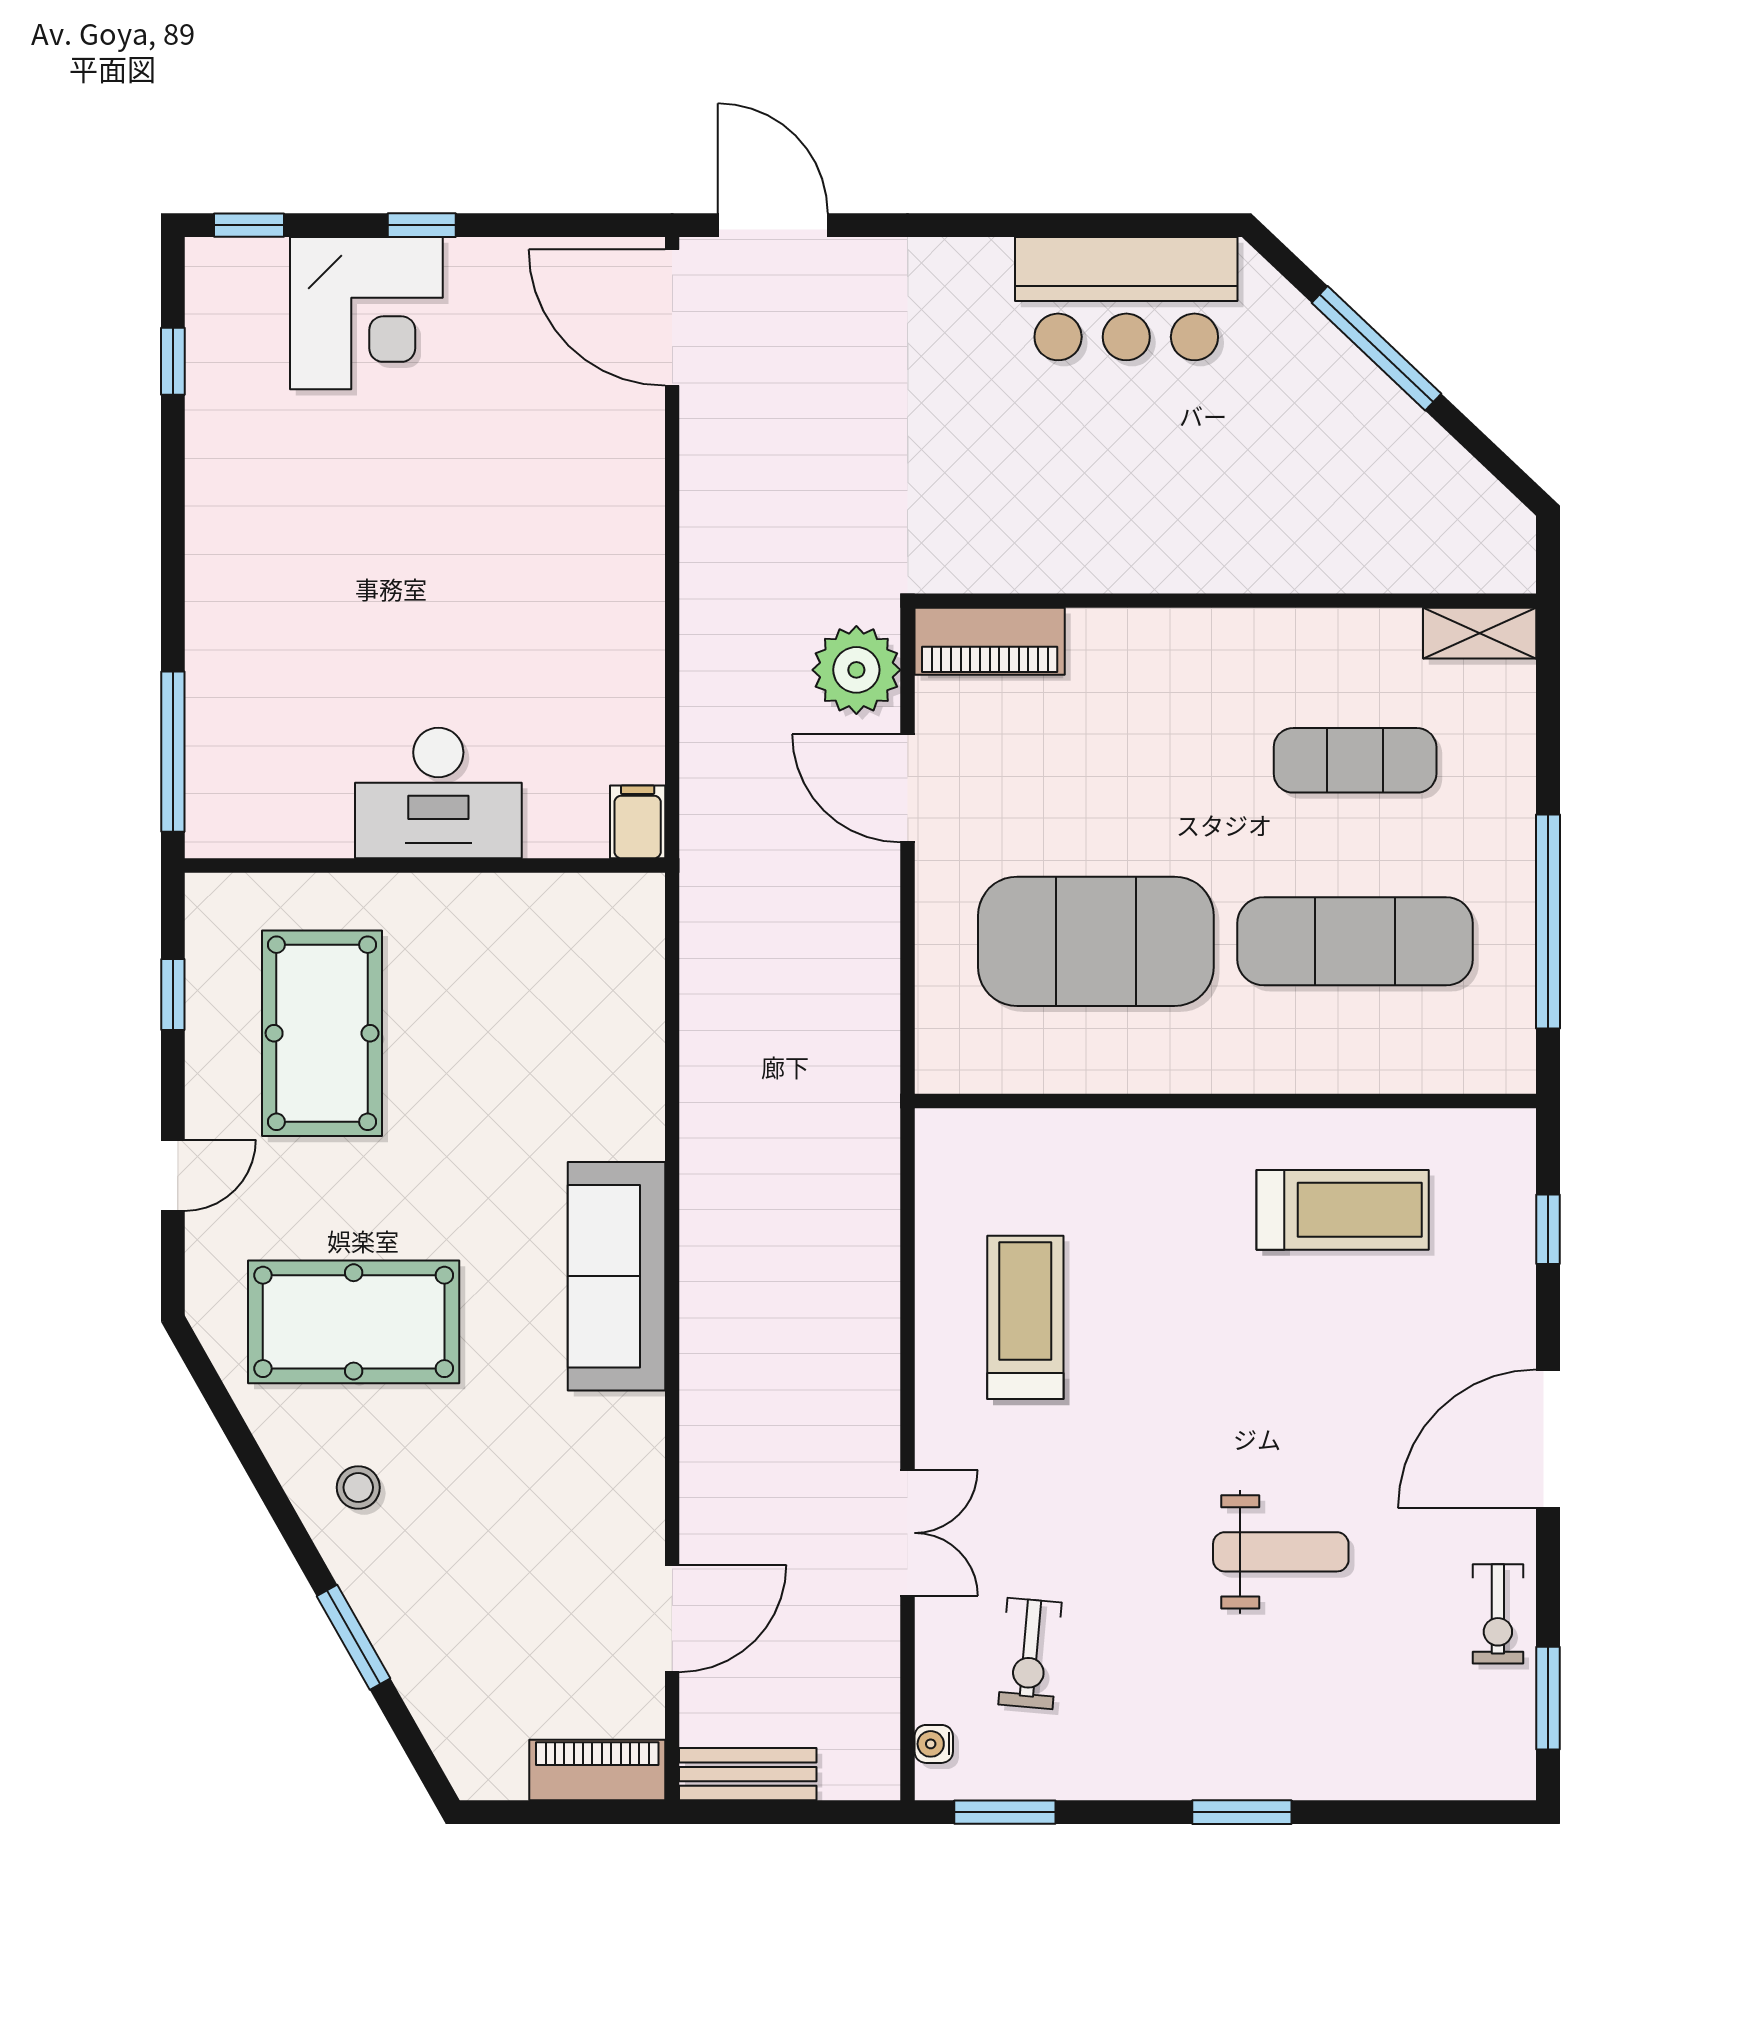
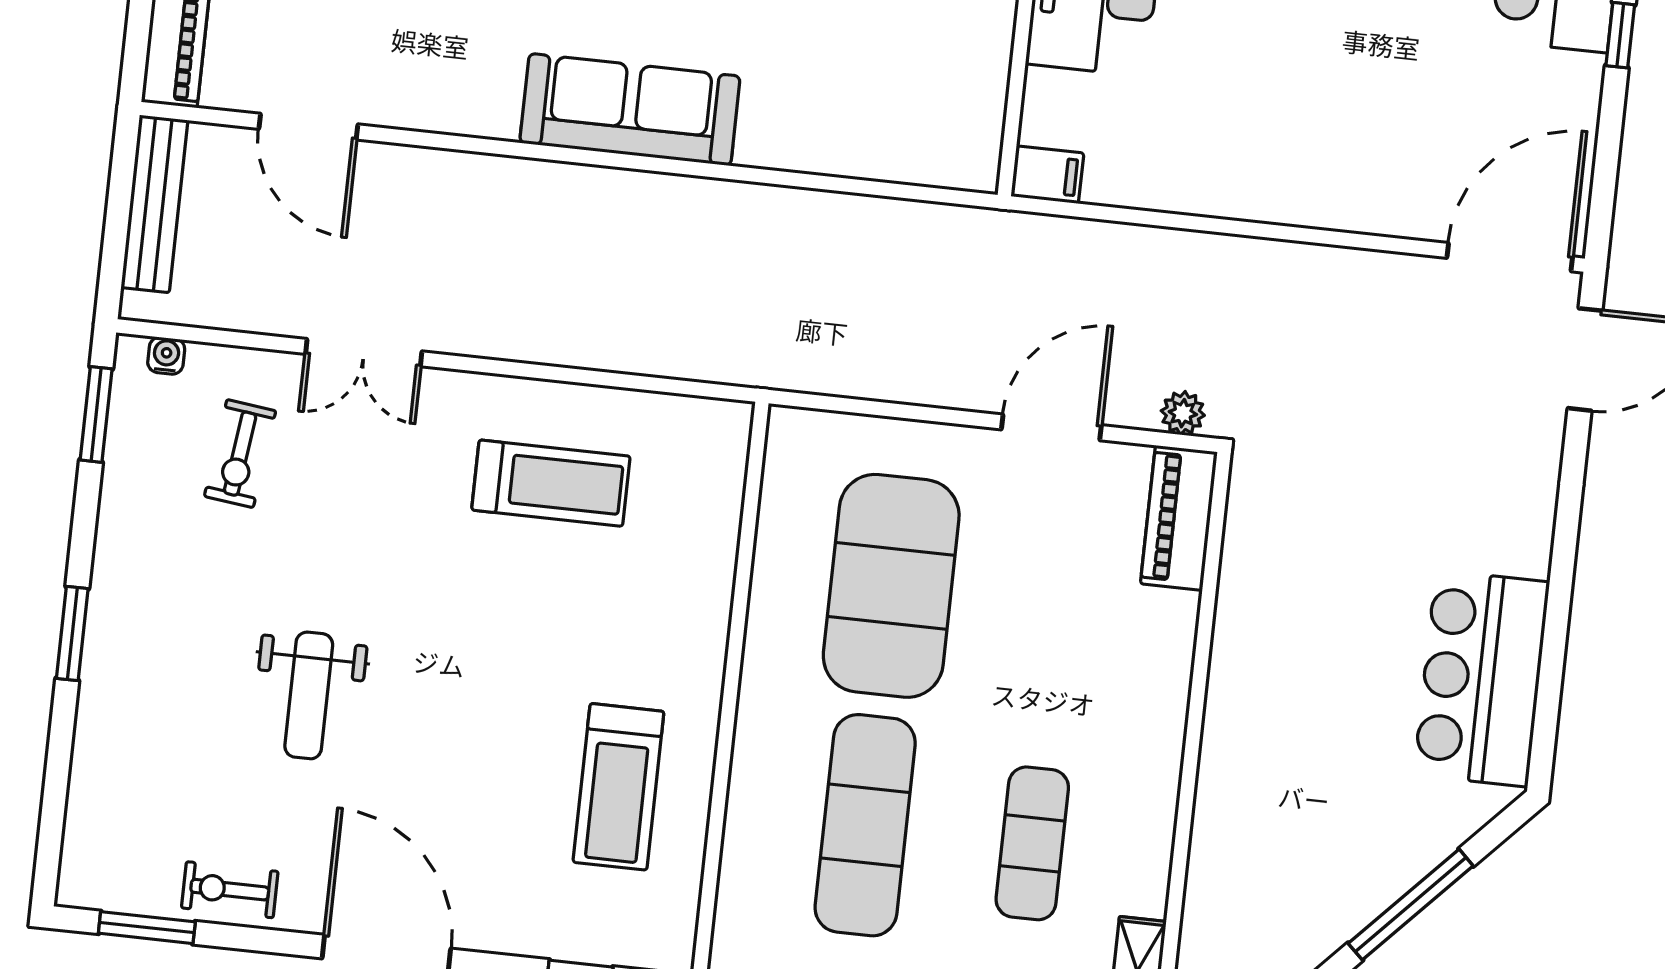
plant: (856, 670) -> (1183, 413), width x0.53, depth x0.53
exercise bike: (1030, 1654) -> (240, 454), turned -88
bench: (748, 1774) -> (154, 204), width x1.36

